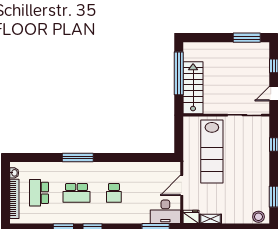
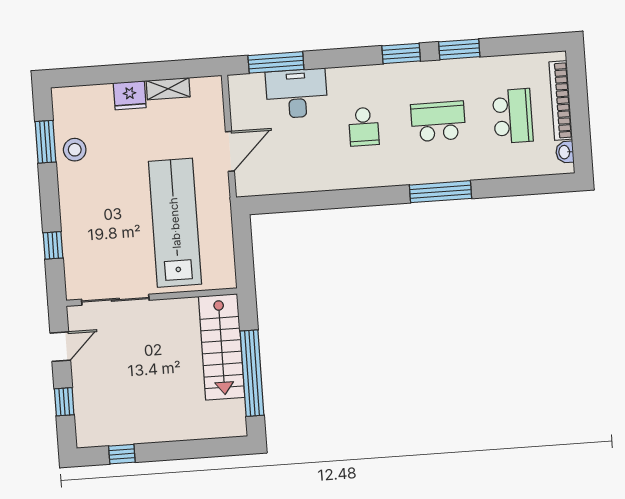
window: (247, 38) -> (122, 454), width x0.46
school desk: (114, 193) -> (364, 127), turned 180
desk: (165, 212) -> (297, 94), moved
fridge: (191, 217) -> (130, 95), moved
stool: (258, 217) -> (75, 150), moved

